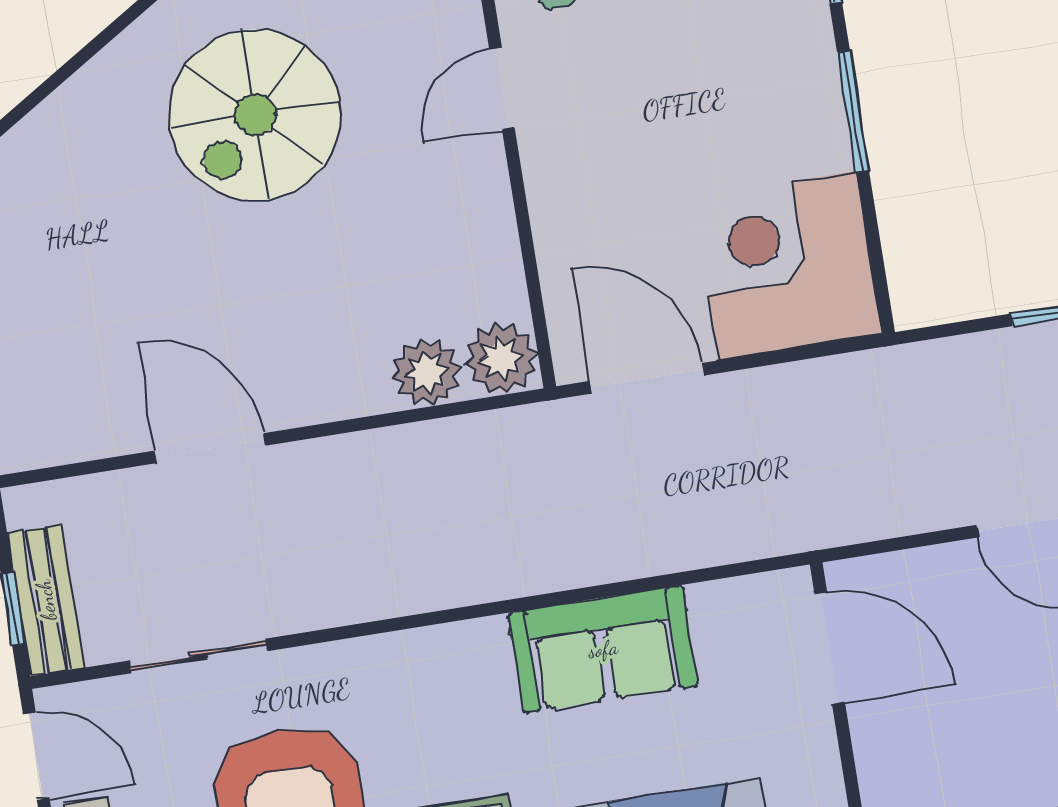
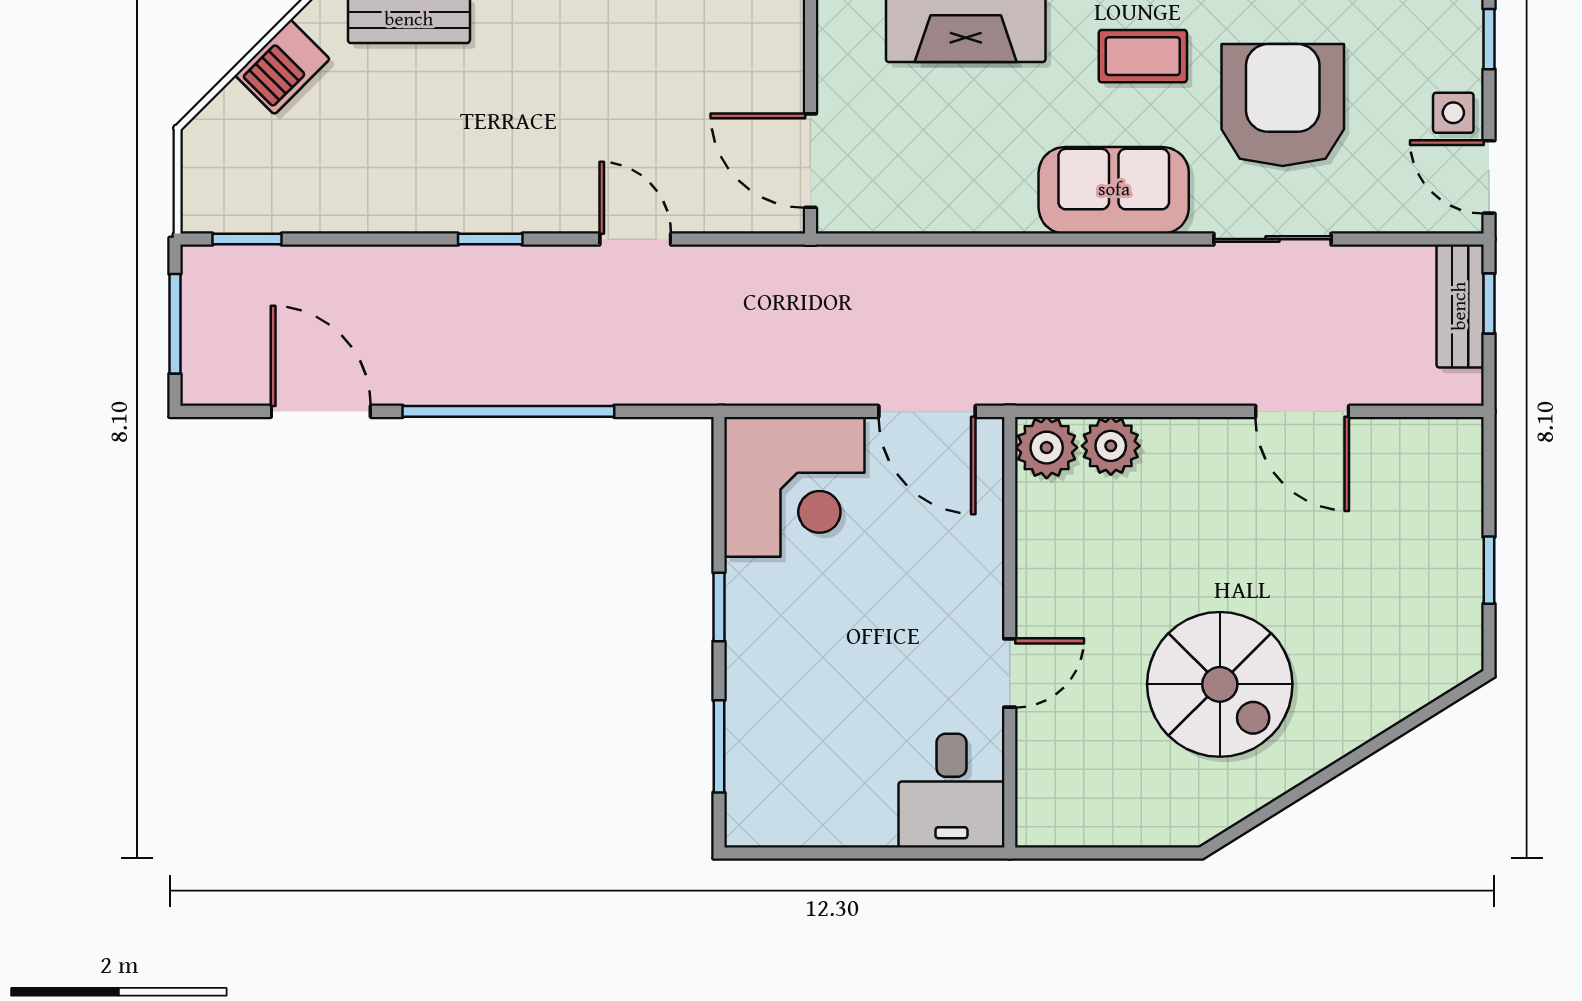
window: (853, 112) -> (719, 607), width x0.67
spiral stairs: (255, 115) -> (1220, 684), turned 90
sofa: (603, 649) -> (1114, 190), moved
sliding door: (198, 656) -> (1273, 239), moved

